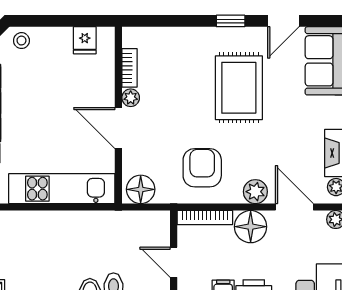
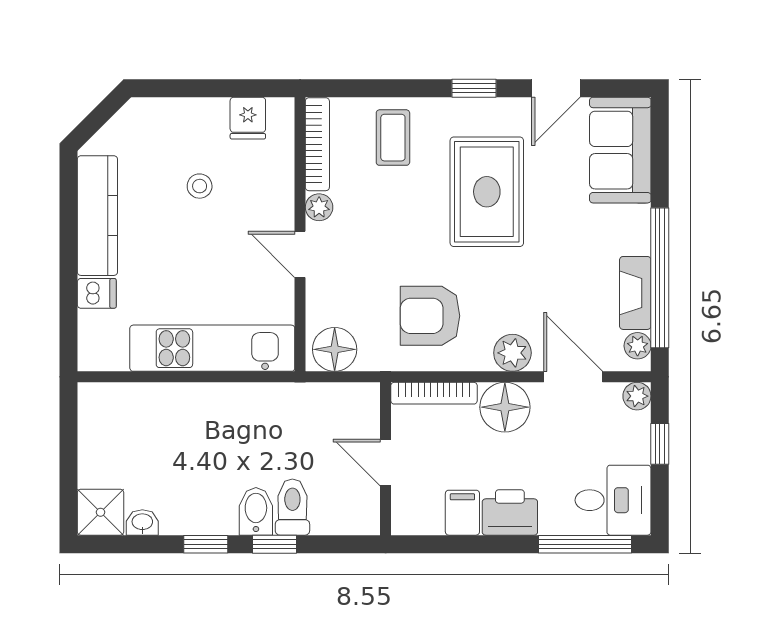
stool: (21, 41) -> (200, 186), moved
coffee table: (178, 53) -> (393, 138), added
bookcase: (130, 68) -> (317, 144), width x1.56
door: (118, 128) -> (300, 254), width x0.73
armchair: (202, 168) -> (430, 316), turned -90

